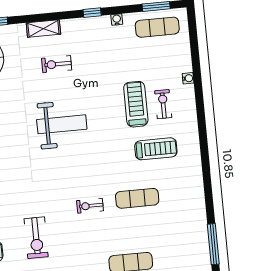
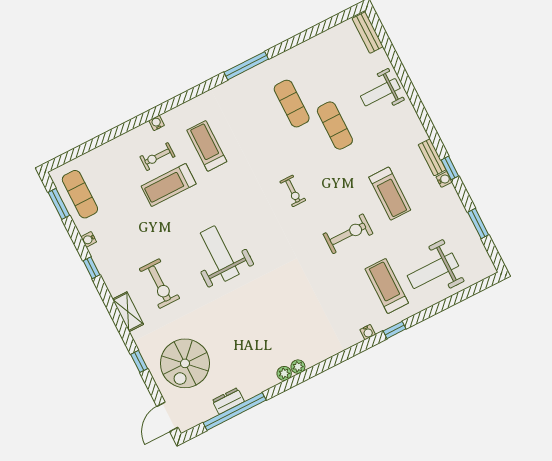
exercise bike: (57, 64) -> (160, 284), width x1.38, depth x1.39
water cooler: (188, 78) -> (157, 123), moved
exercise mat: (137, 198) -> (292, 104), moved
window: (213, 244) -> (246, 66), moved

